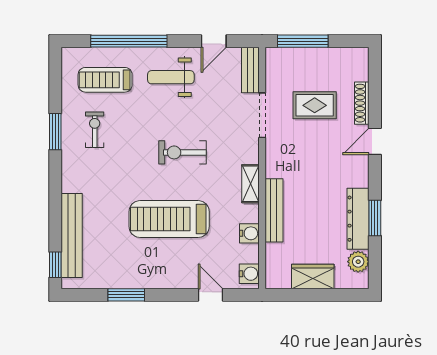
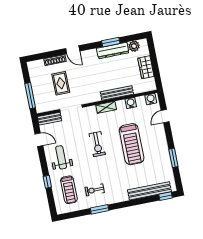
window: (129, 41) -> (47, 182), width x0.32
weight bench: (171, 77) -> (61, 157), turned 180

